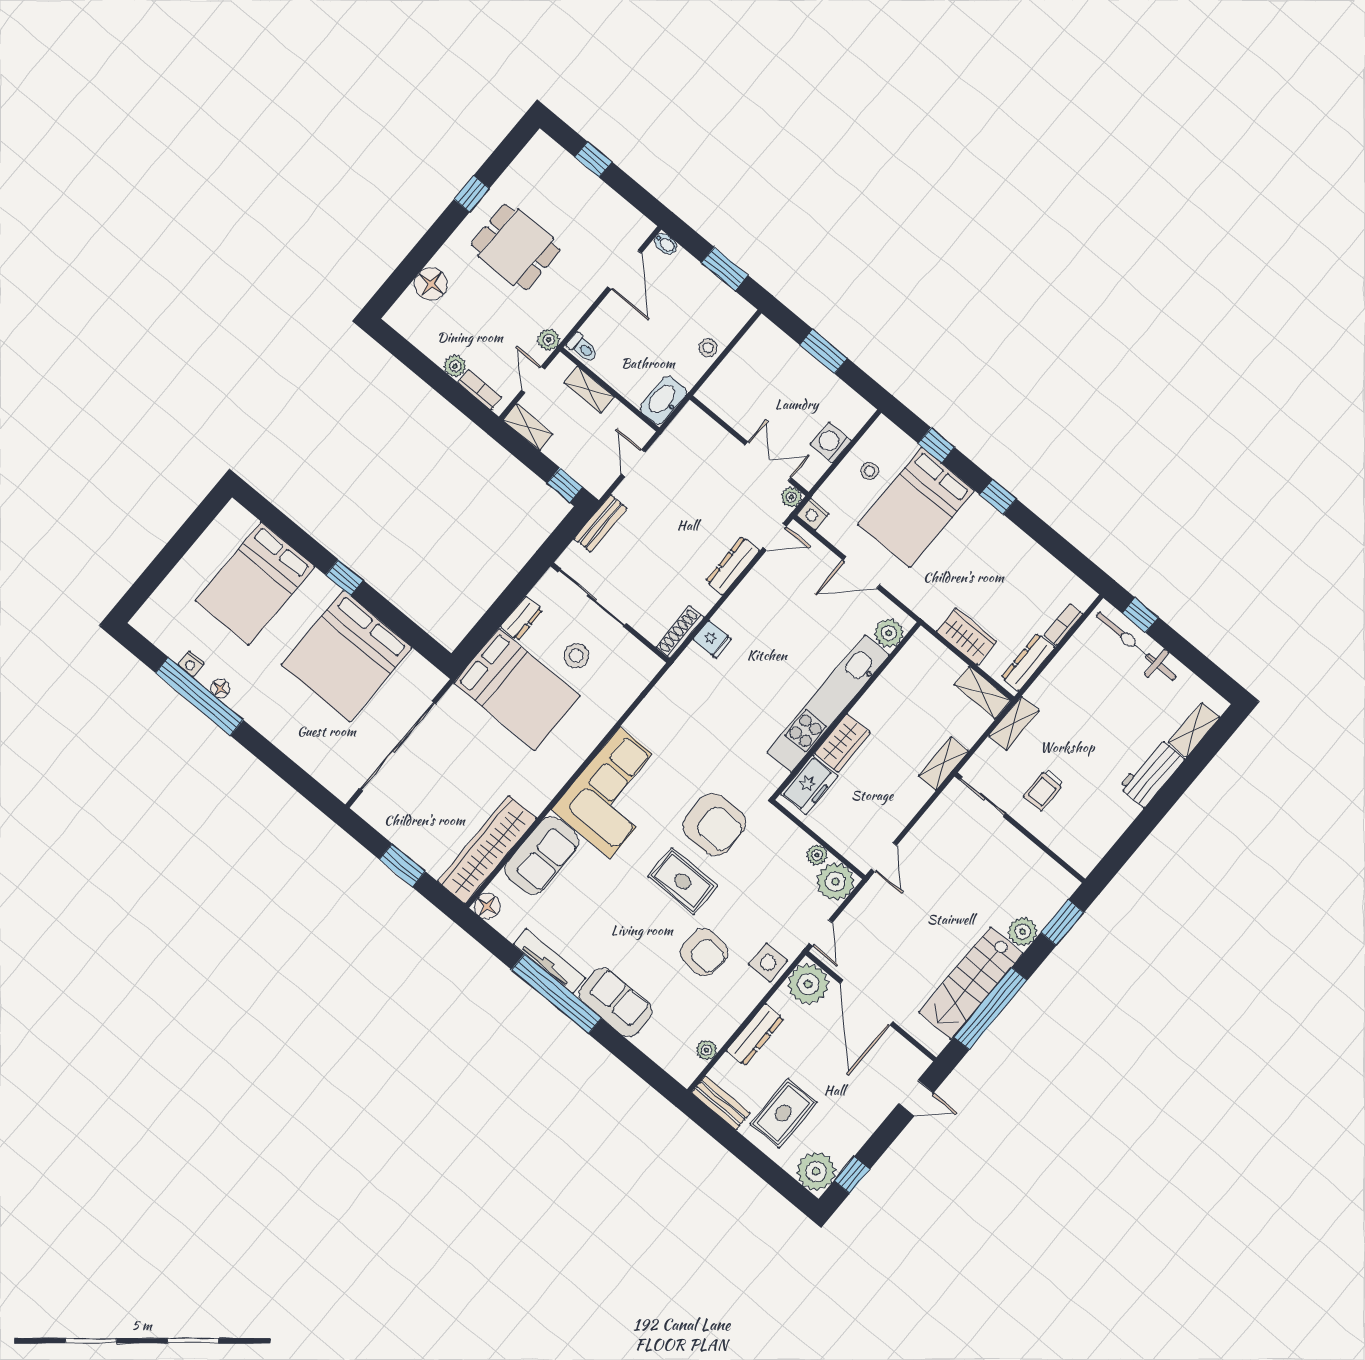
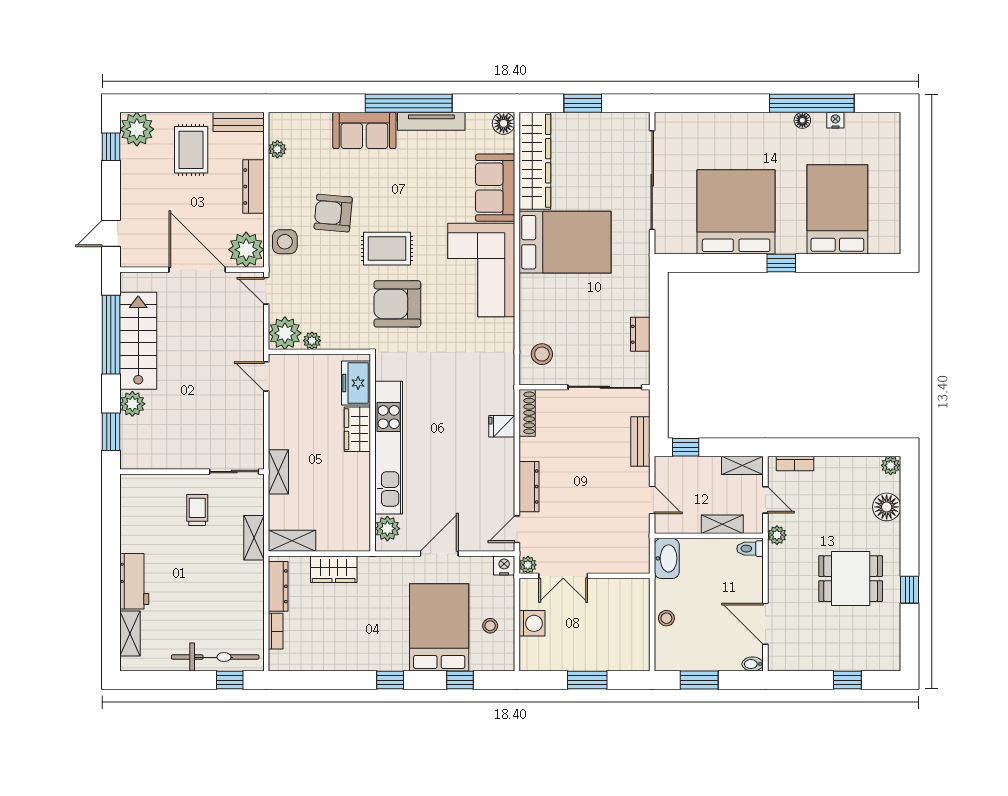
plant: (455, 366) -> (891, 465), moved
stool: (576, 656) -> (542, 354), moved
bed: (517, 689) -> (565, 242), moved, turned 180

